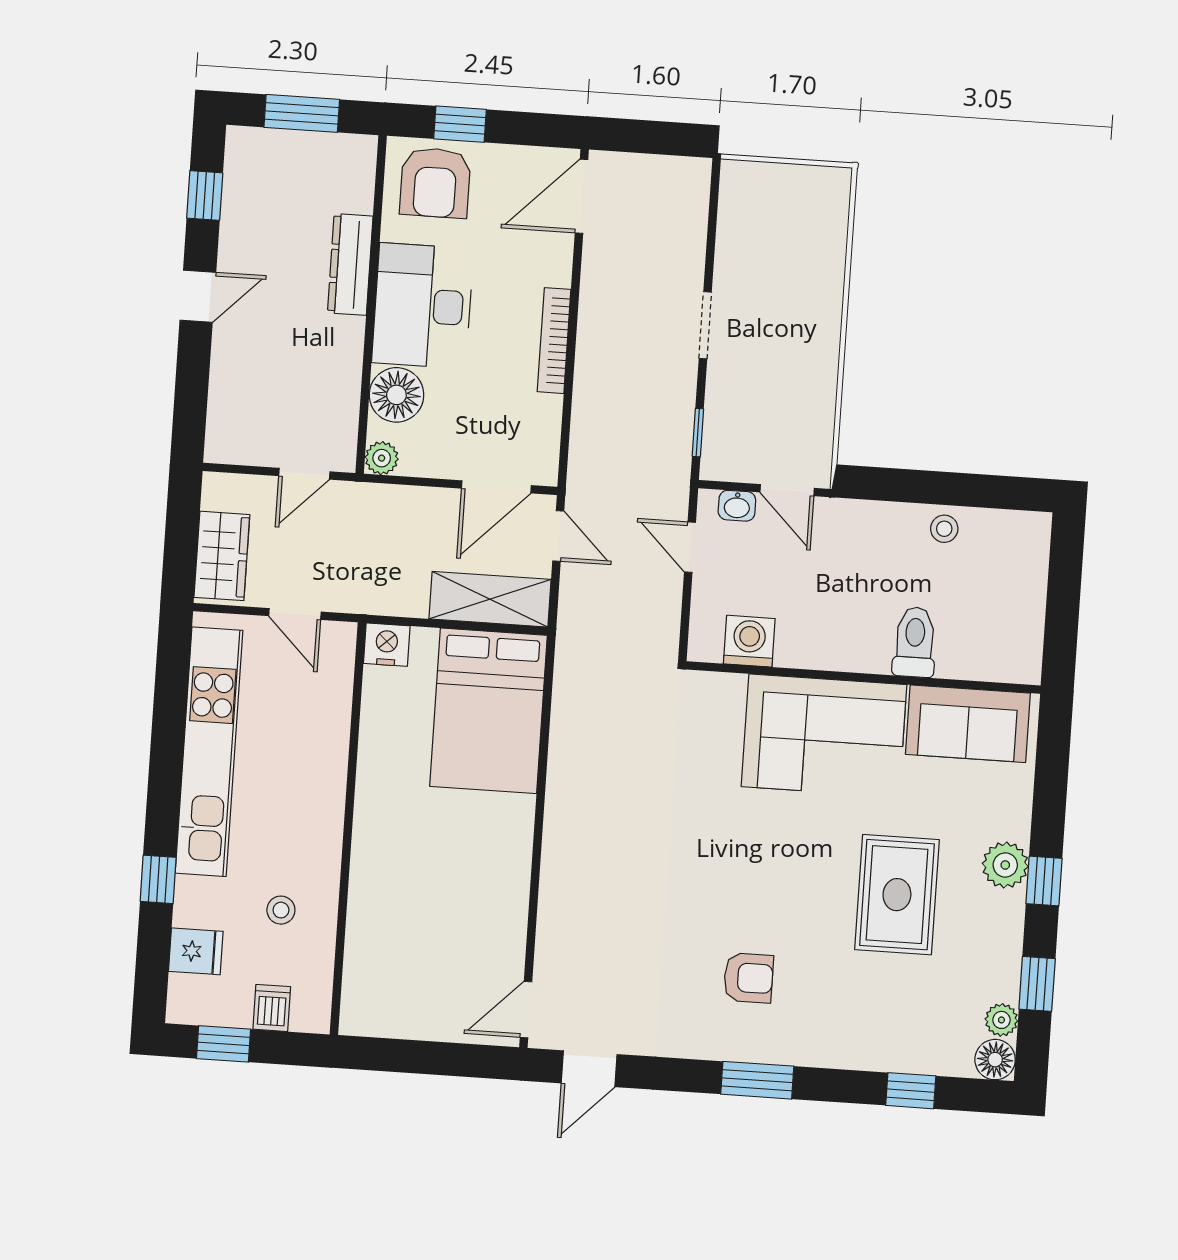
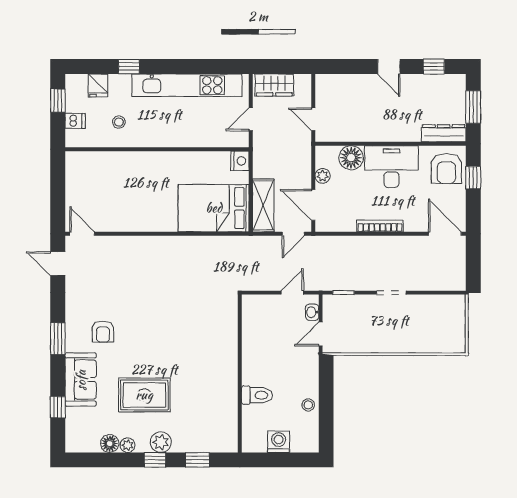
armchair: (435, 183) -> (446, 168), turned -90
dresser: (350, 264) -> (444, 133), moved
plant: (382, 458) -> (323, 176), moved
washing machine: (749, 641) -> (279, 442), moved, turned -90
sofa: (968, 724) -> (81, 380), moved, turned 180
corner sofa: (824, 736) -> (213, 358), removed
window: (1037, 984) -> (198, 460), moved
plant: (1001, 1020) -> (128, 445), moved
floor lamp: (995, 1060) -> (110, 444), moved

